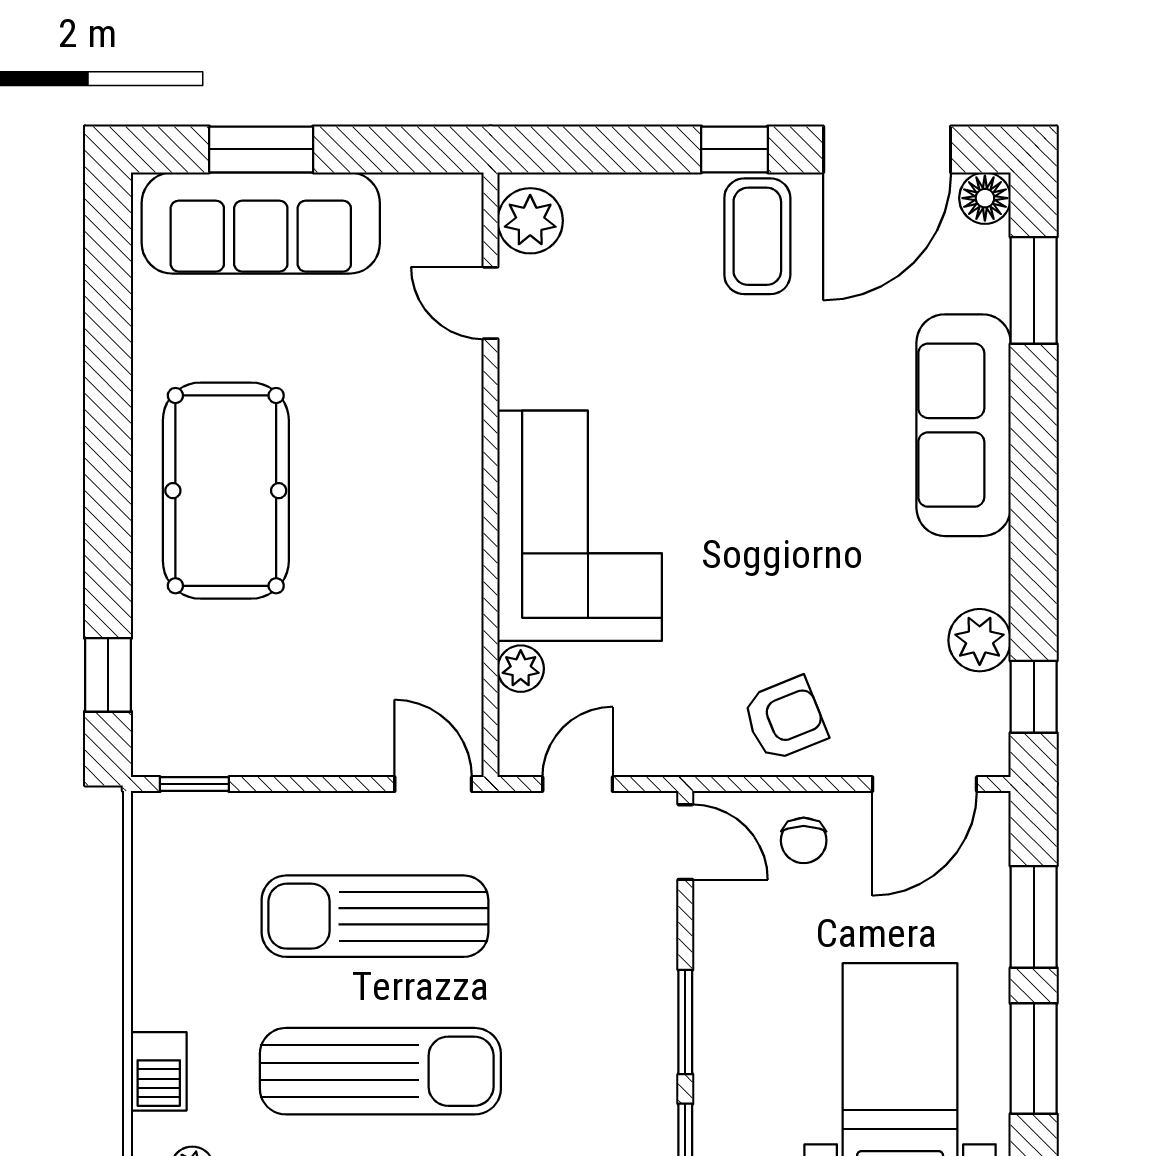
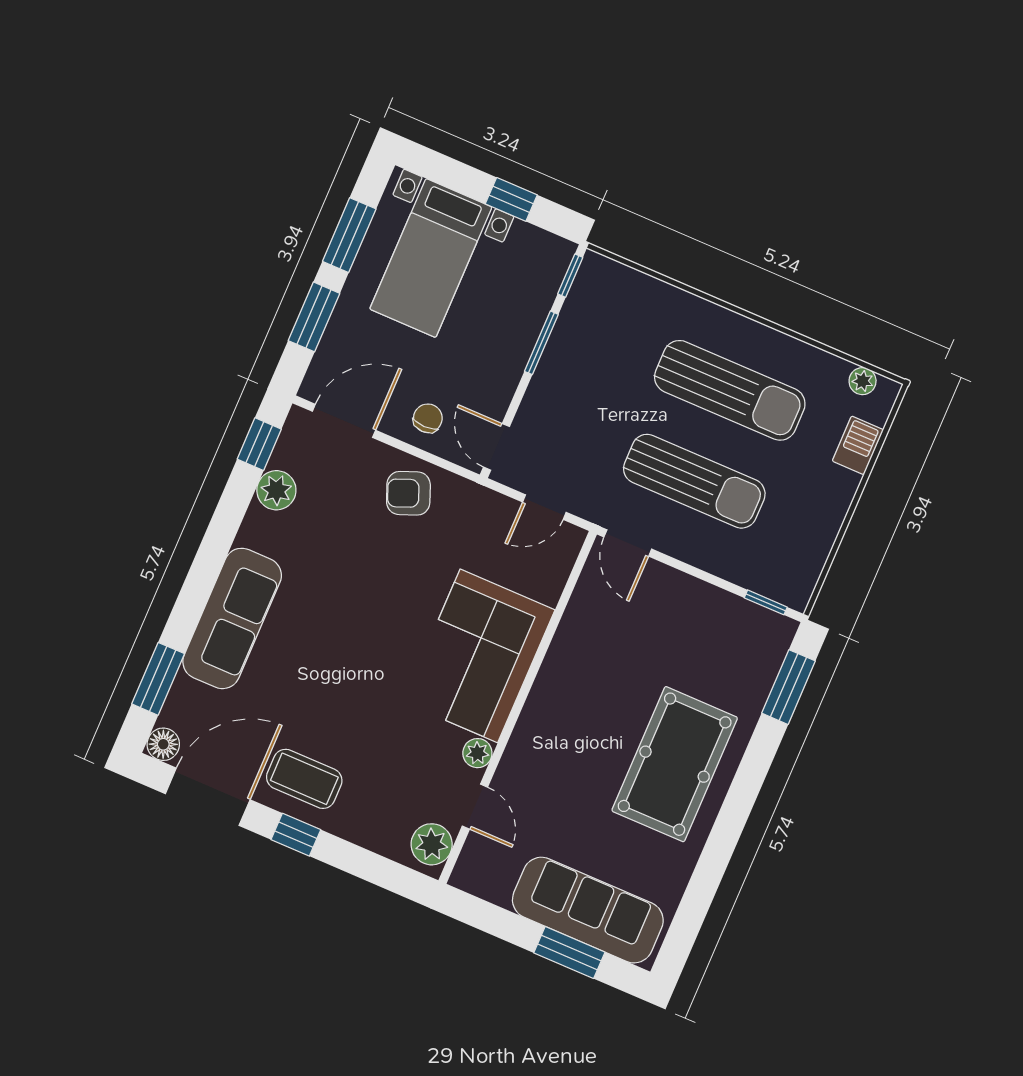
coffee table: (757, 236) -> (304, 779), turned 90
plant: (521, 669) -> (477, 753), moved
window: (108, 675) -> (788, 687), width x1.50
sun lounger: (380, 1071) -> (730, 390), turned 180

